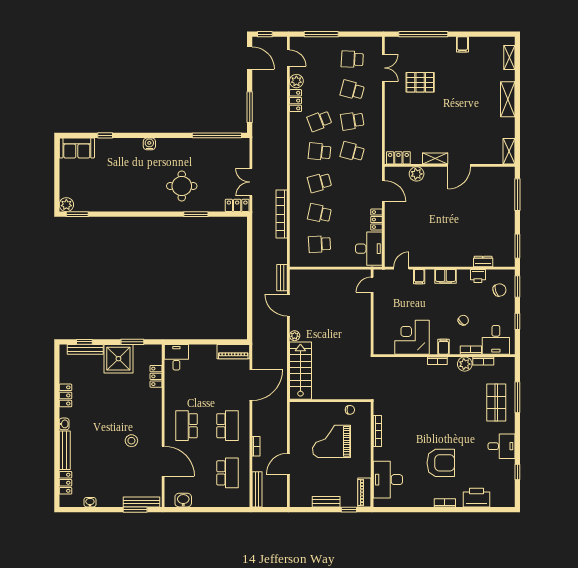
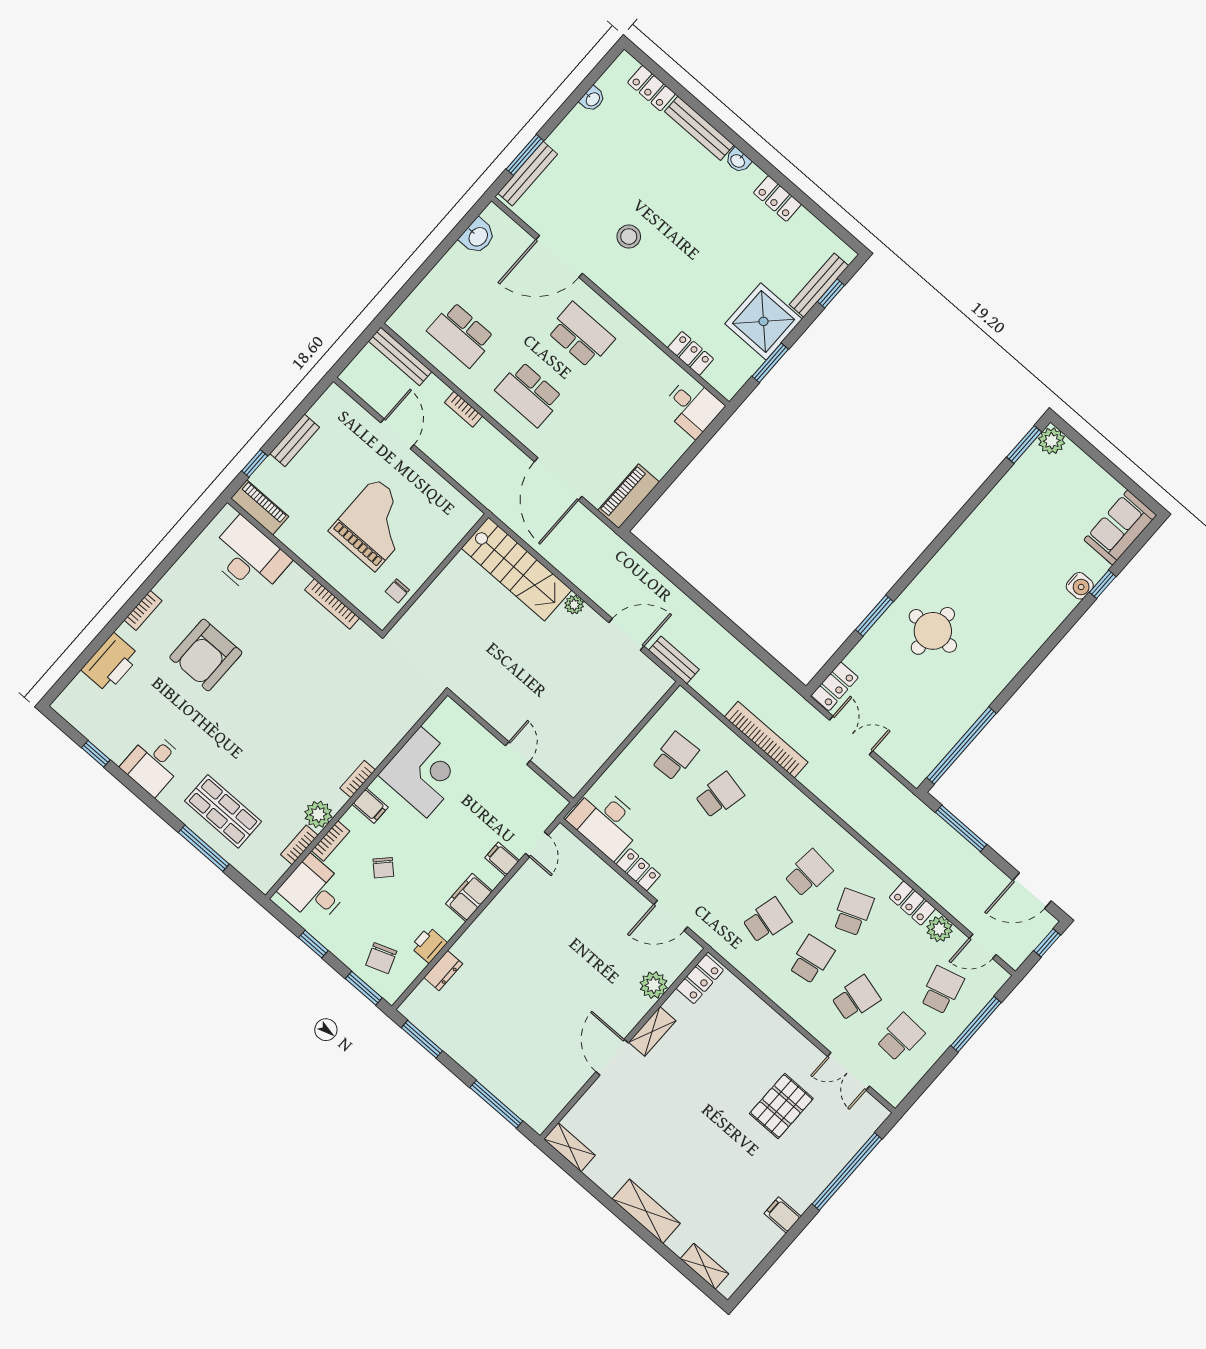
water cooler: (149, 144) -> (1080, 586), moved
school desk: (319, 182) -> (942, 990), moved
door: (372, 285) -> (518, 753), moved

